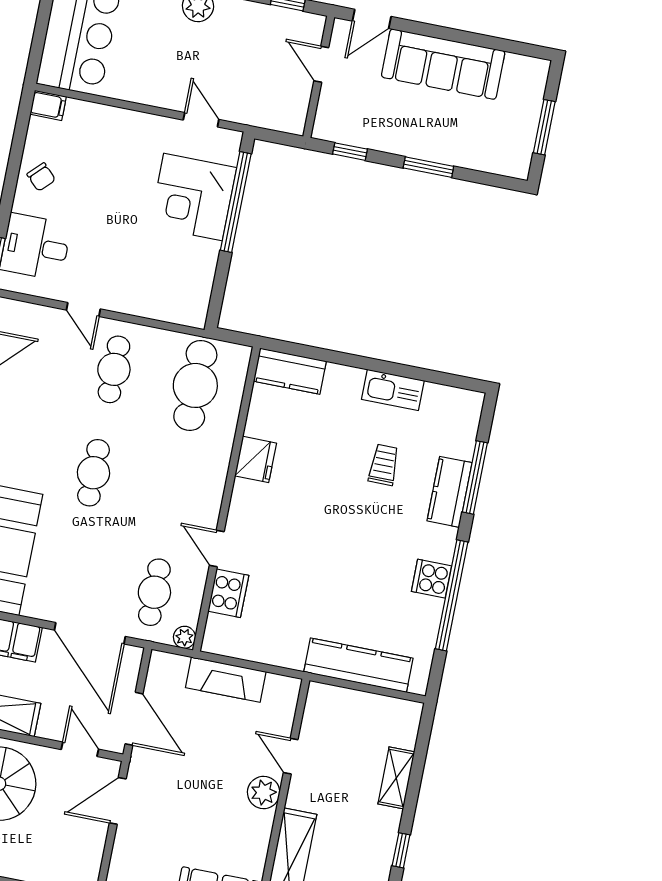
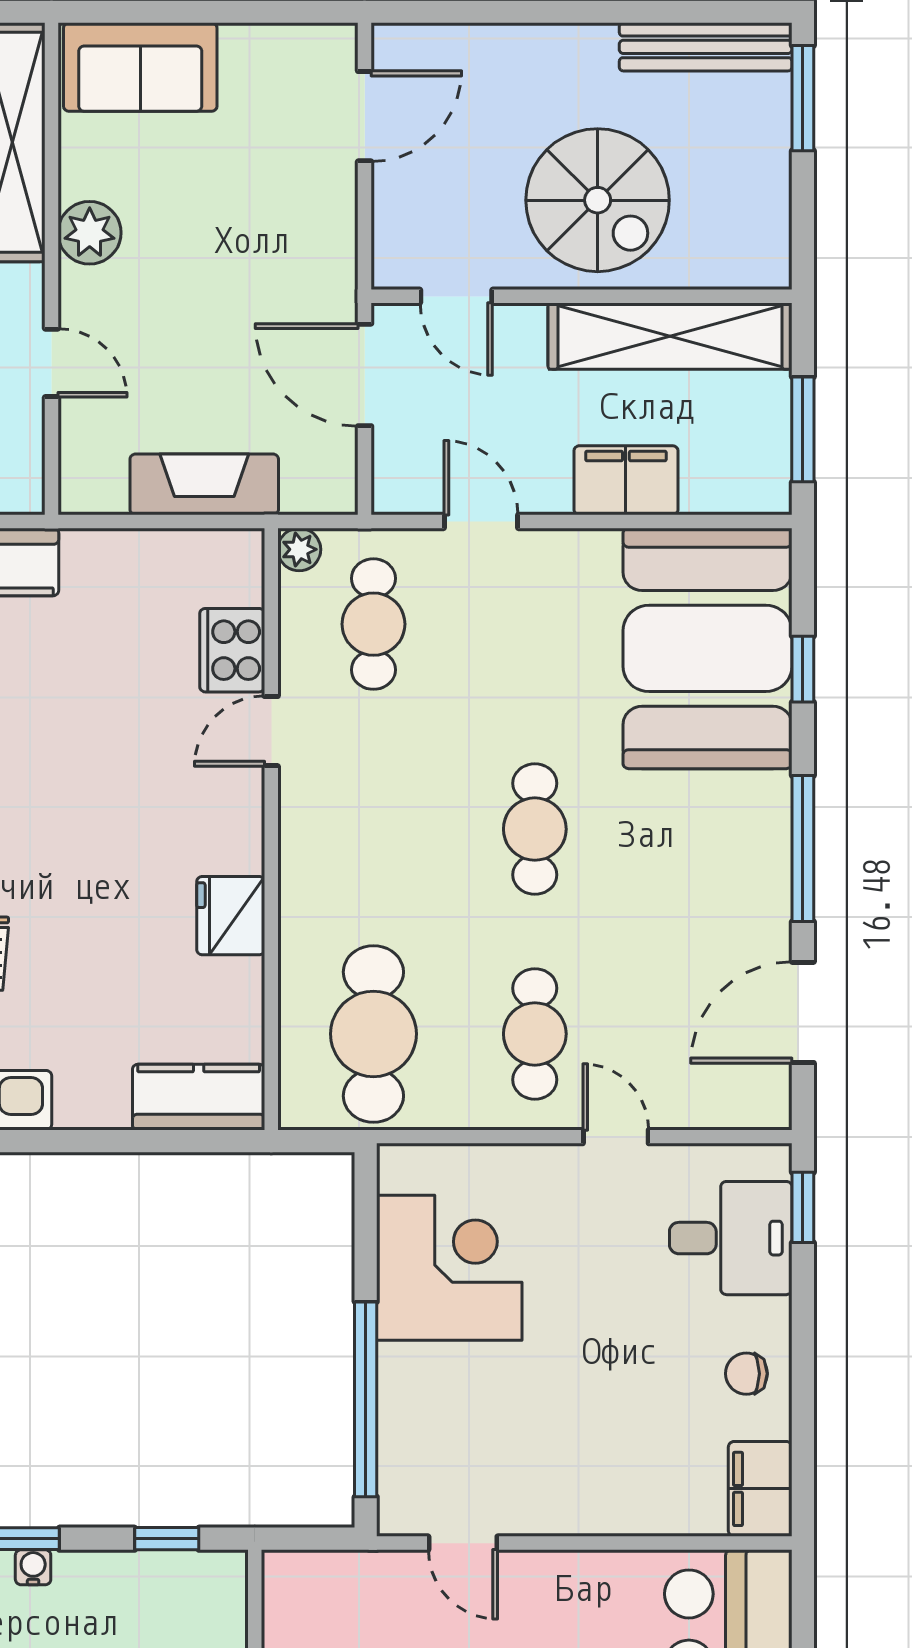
filing cabinet: (48, 105) -> (760, 1489), width x2.00
water cooler: (420, 150) -> (33, 1567), added
chair: (41, 177) -> (746, 1374), turned -45
corner desk: (193, 197) -> (449, 1268), moved
door: (217, 548) -> (271, 731), swing flipped
door: (90, 633) -> (481, 521), width x0.53
plant: (264, 792) -> (90, 233), moved
door: (118, 801) -> (365, 116), moved

